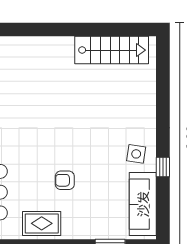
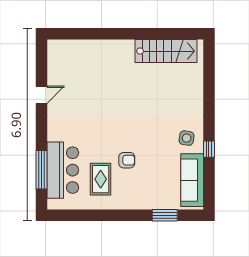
armchair: (65, 180) -> (127, 160), turned 180
rug: (42, 223) -> (101, 179), moved, turned 90

